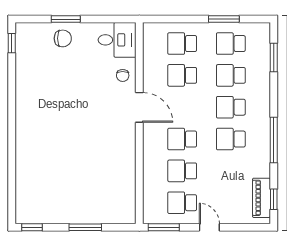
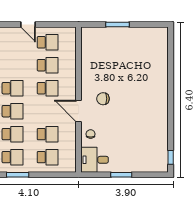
window: (66, 19) -> (121, 175), moved
chair: (63, 38) -> (103, 99), moved
window: (32, 227) -> (156, 25), removed
window: (164, 227) -> (61, 25), removed

